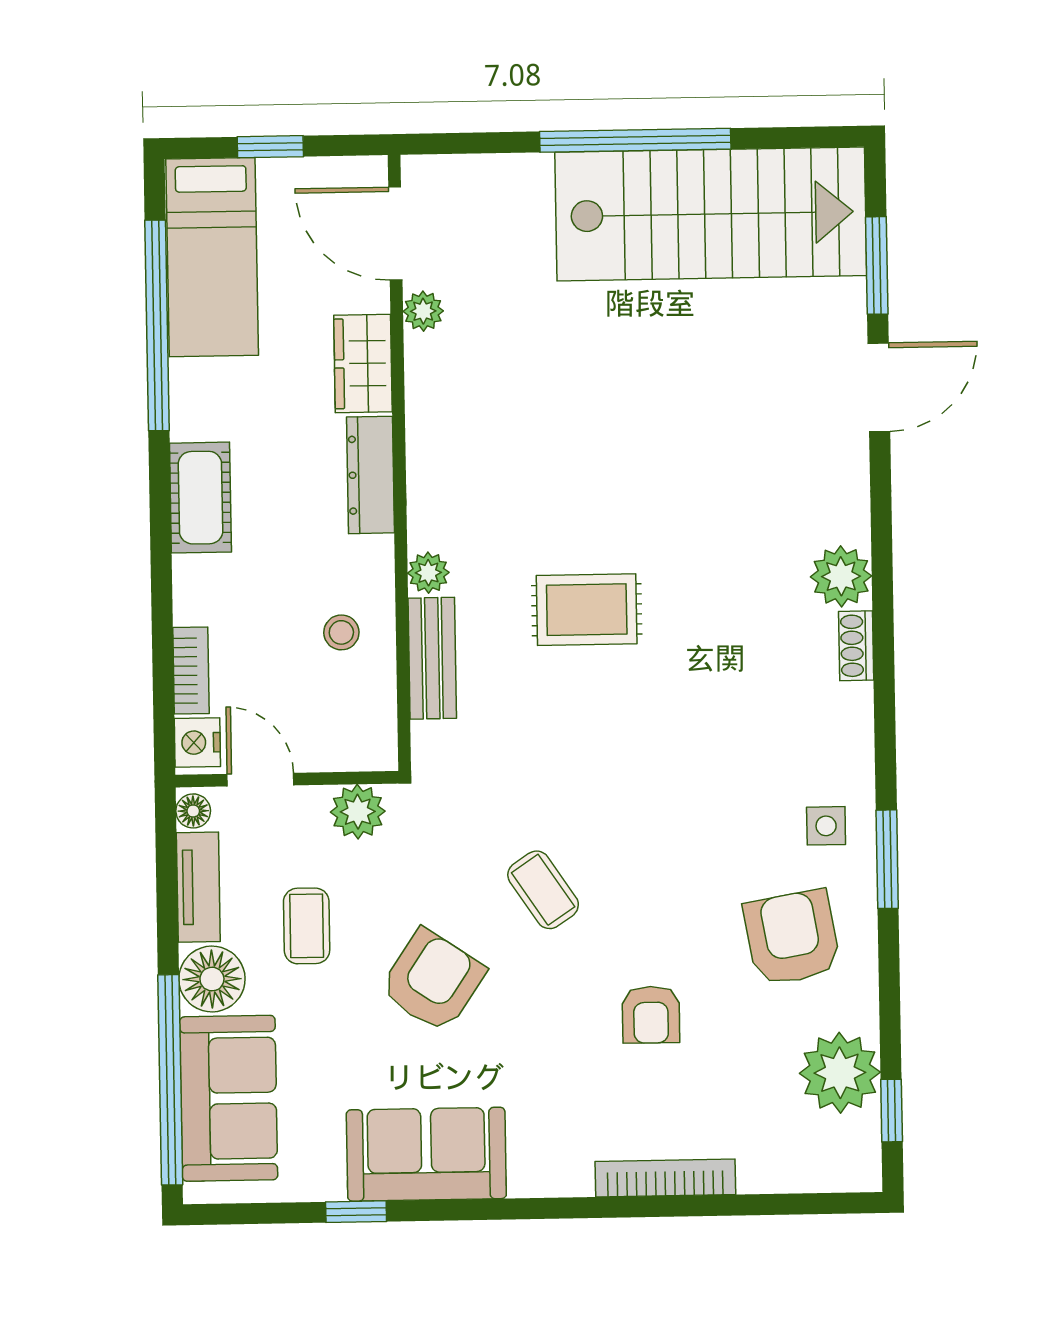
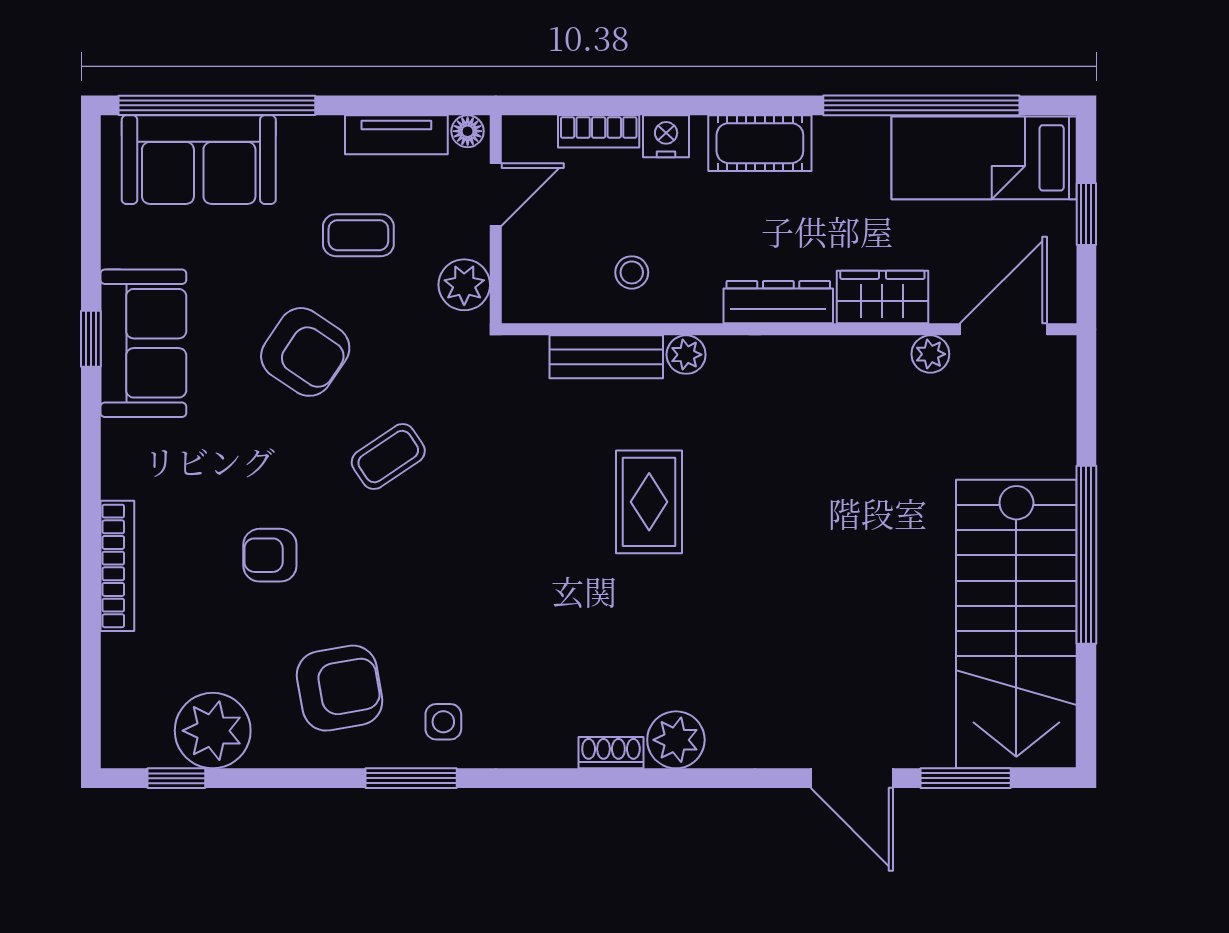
nightstand: (197, 743) -> (666, 136), moved
floor lamp: (212, 979) -> (310, 146), removed
window: (356, 1212) -> (91, 339), moved

